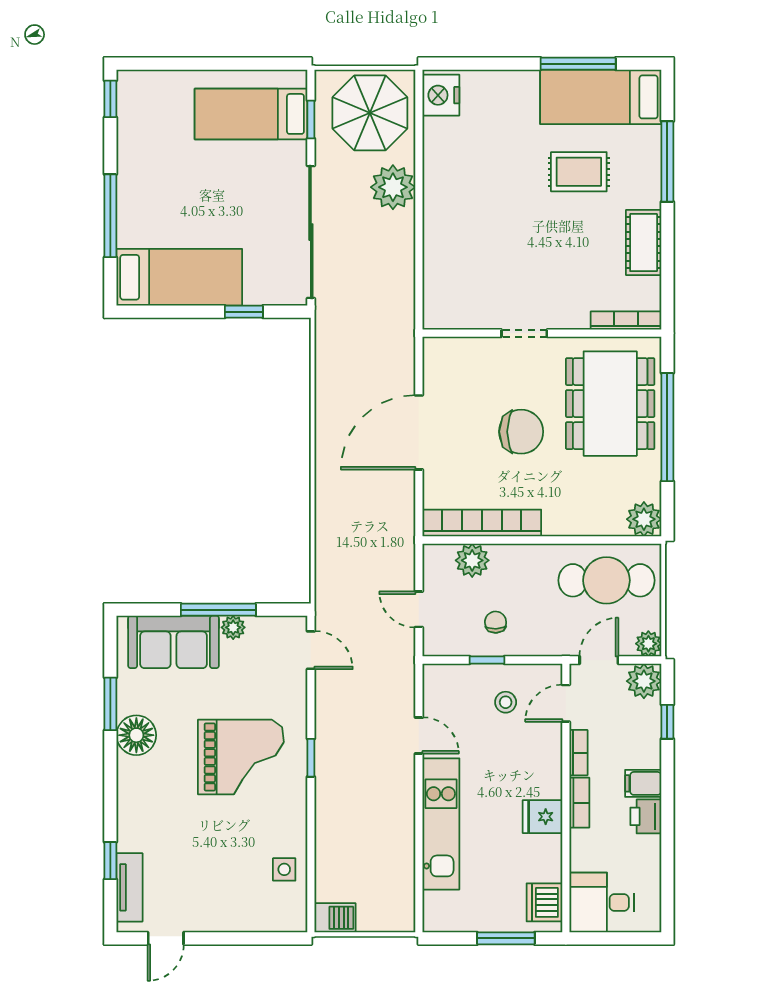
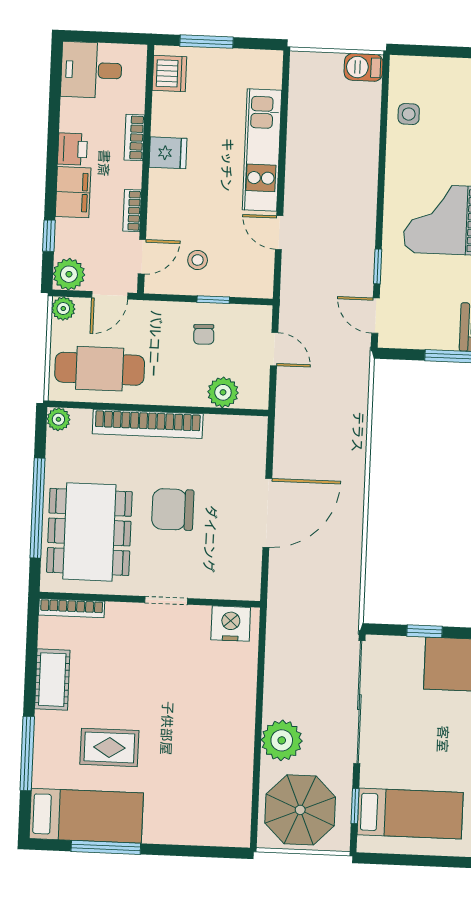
nightstand: (441, 95) -> (231, 624), moved, turned -90
plant: (644, 519) -> (58, 419), width x0.73, depth x0.73
bookcase: (482, 523) -> (148, 424), moved
plant: (233, 627) -> (447, 340), removed
window: (311, 758) -> (378, 266), moved
filing cabinet: (643, 783) -> (73, 192), width x2.00
bookcase: (579, 803) -> (134, 137), moved
desk: (602, 903) -> (91, 70), moved, turned 180

